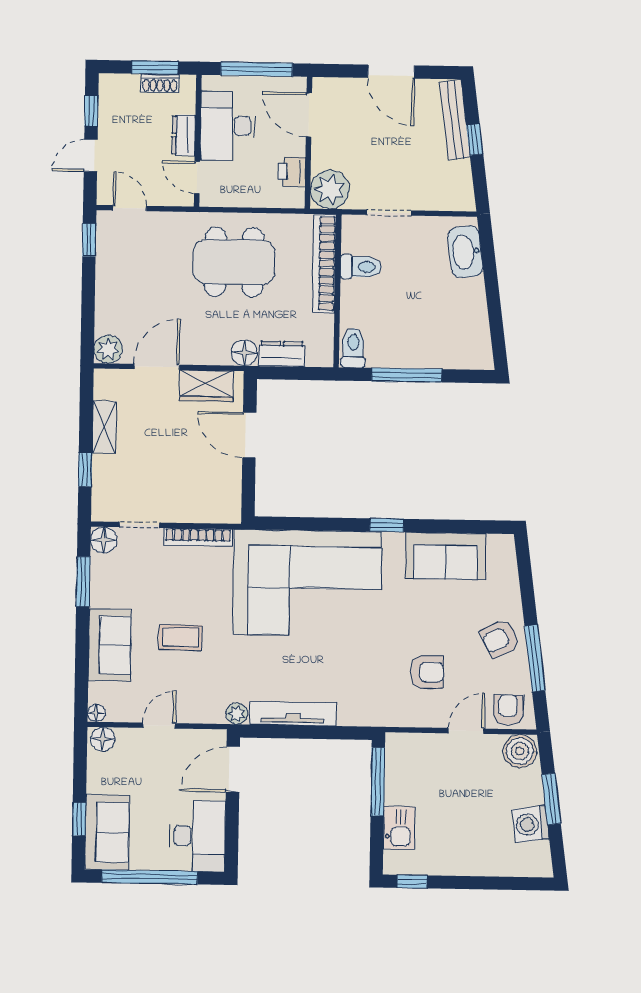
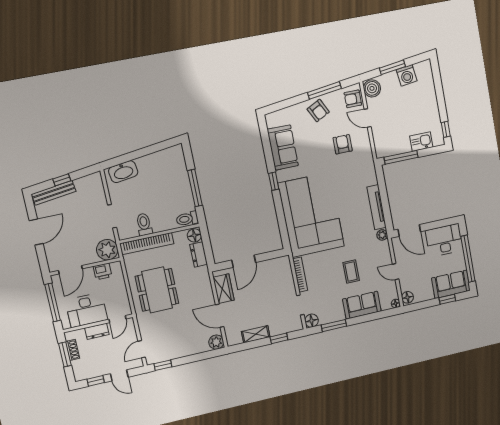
floor lamp: (244, 353) -> (194, 235), moved

